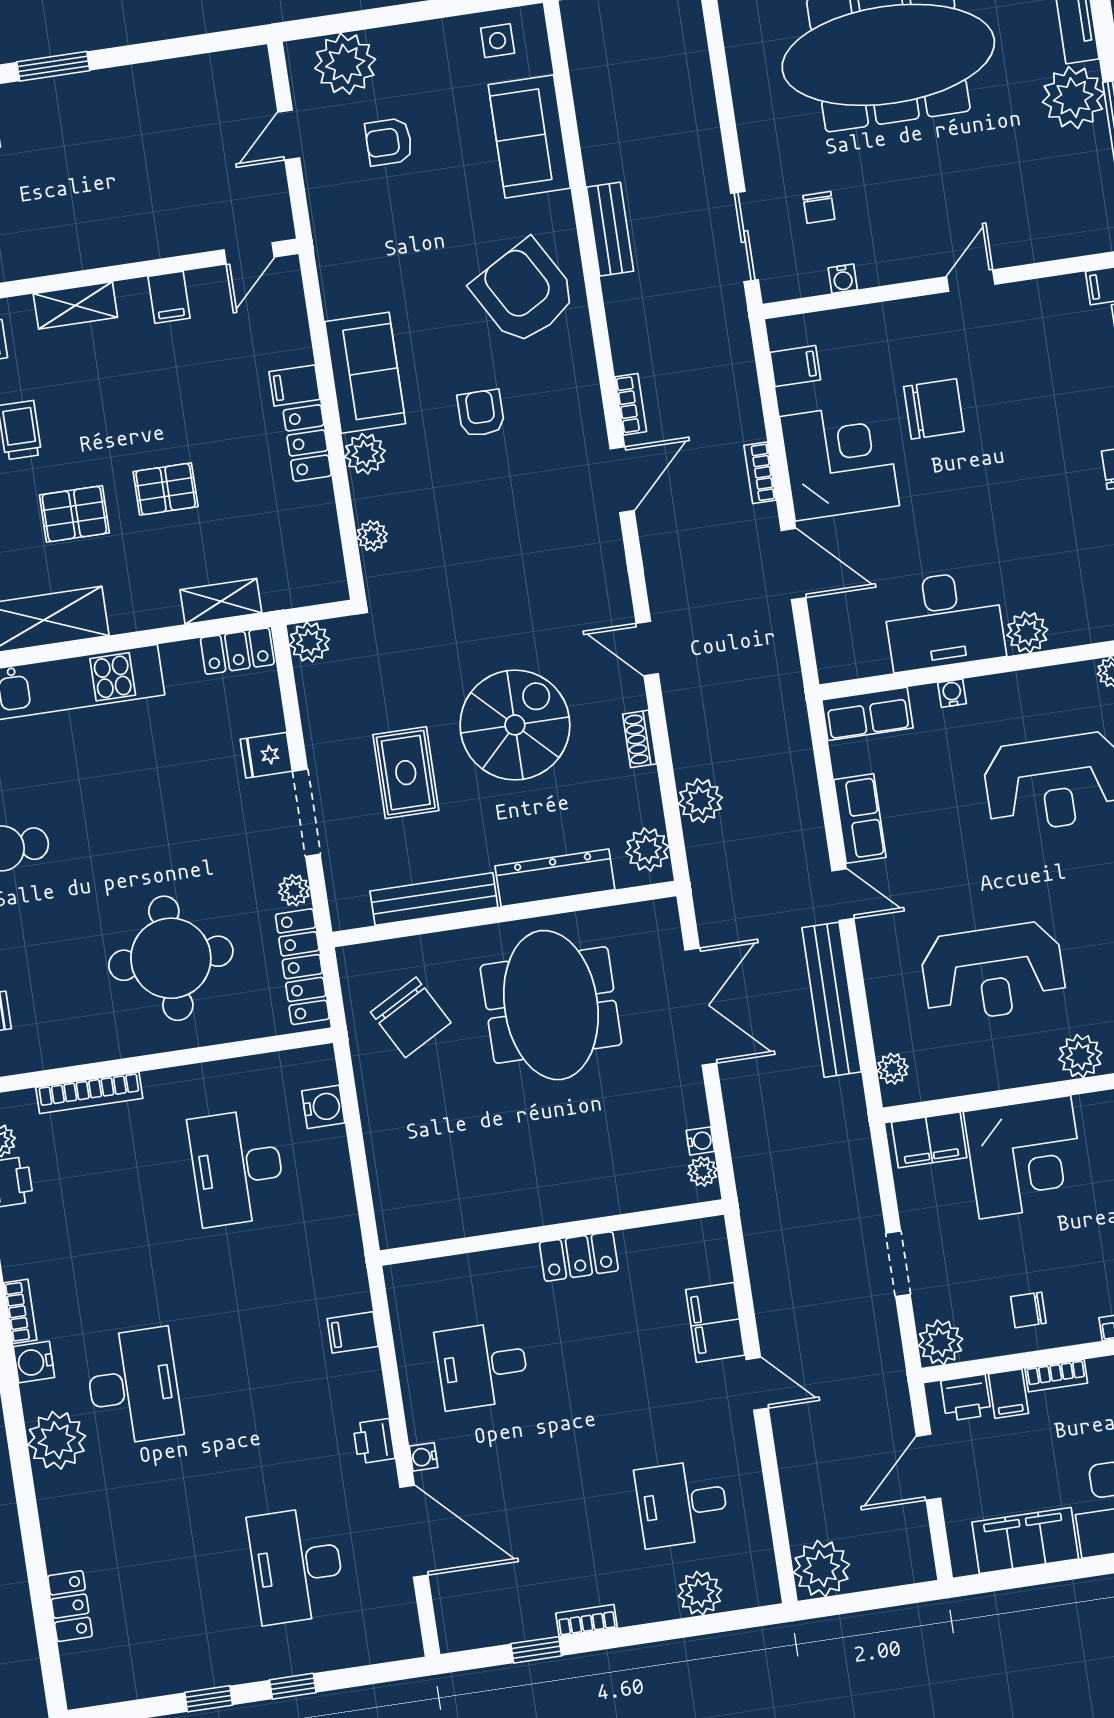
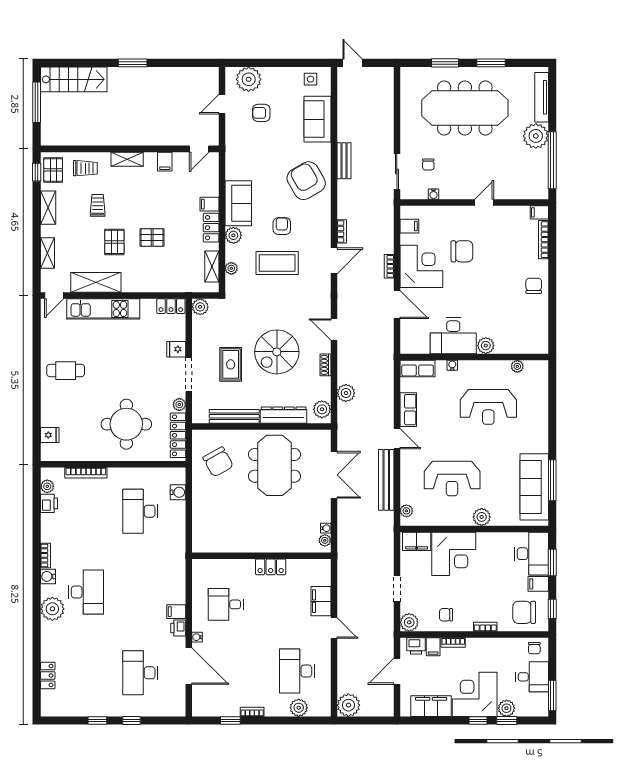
coffee table: (483, 506) -> (277, 263), added
pallet: (74, 514) -> (114, 242), turned 90
shelving: (221, 601) -> (212, 266), moved, turned 90
spiral stairs: (515, 725) -> (277, 352), turned 180
filing cabinet: (353, 1332) -> (176, 612), moved
desk: (682, 1503) -> (297, 671), width x1.37

